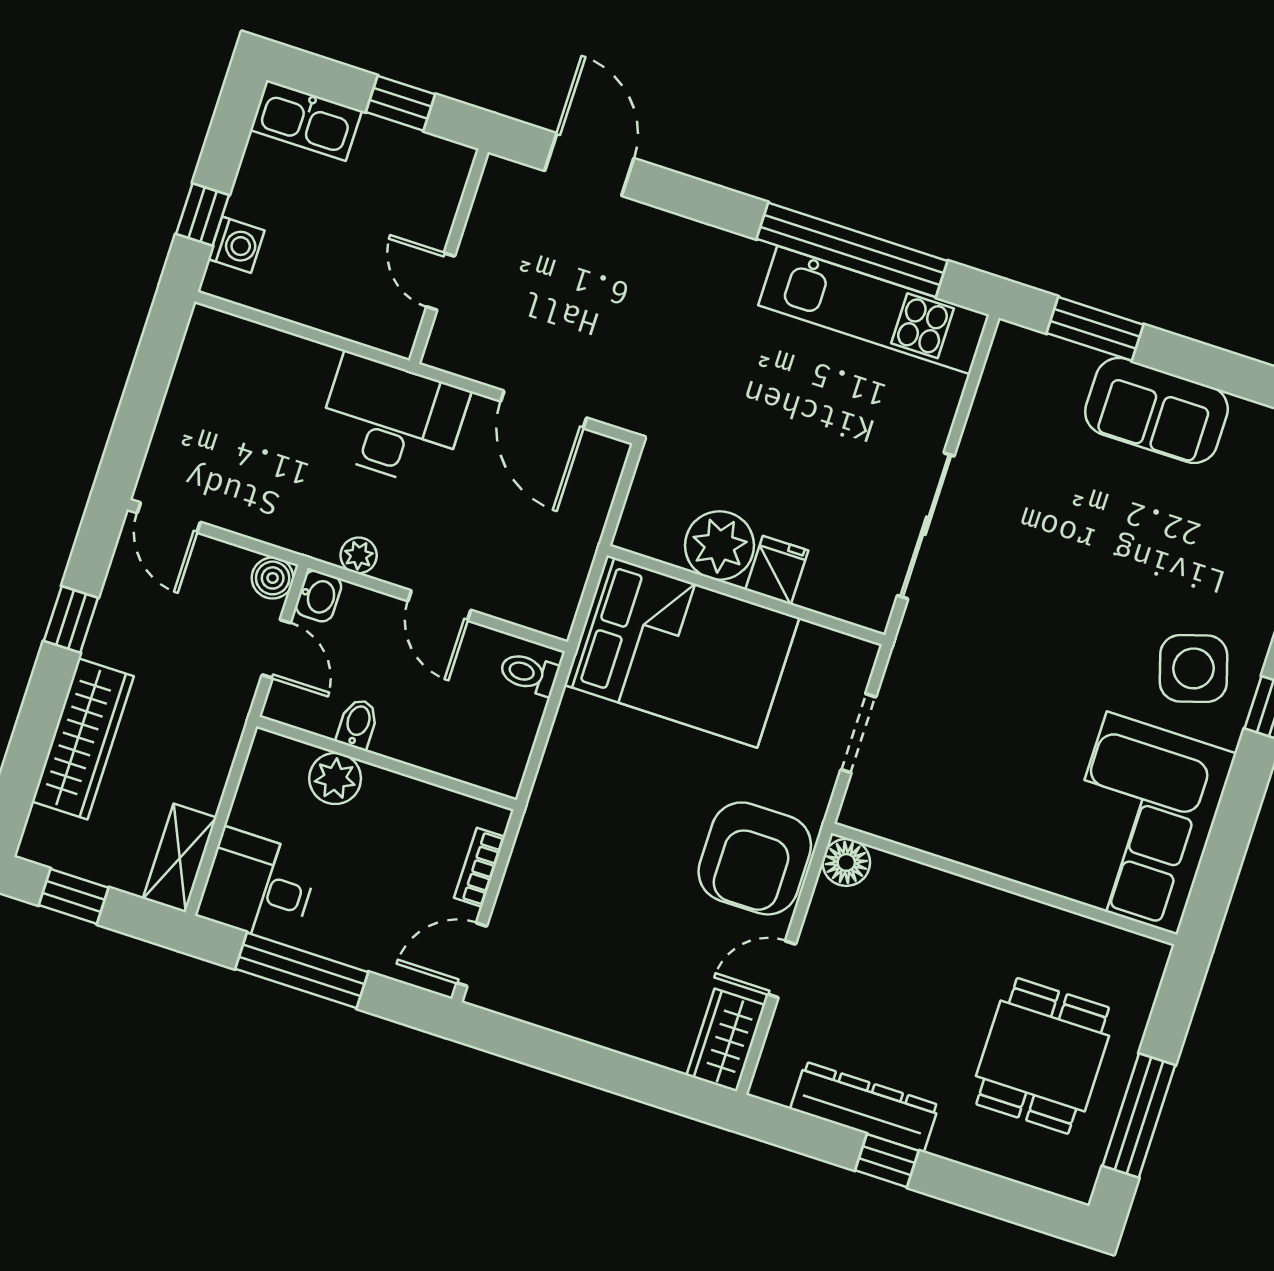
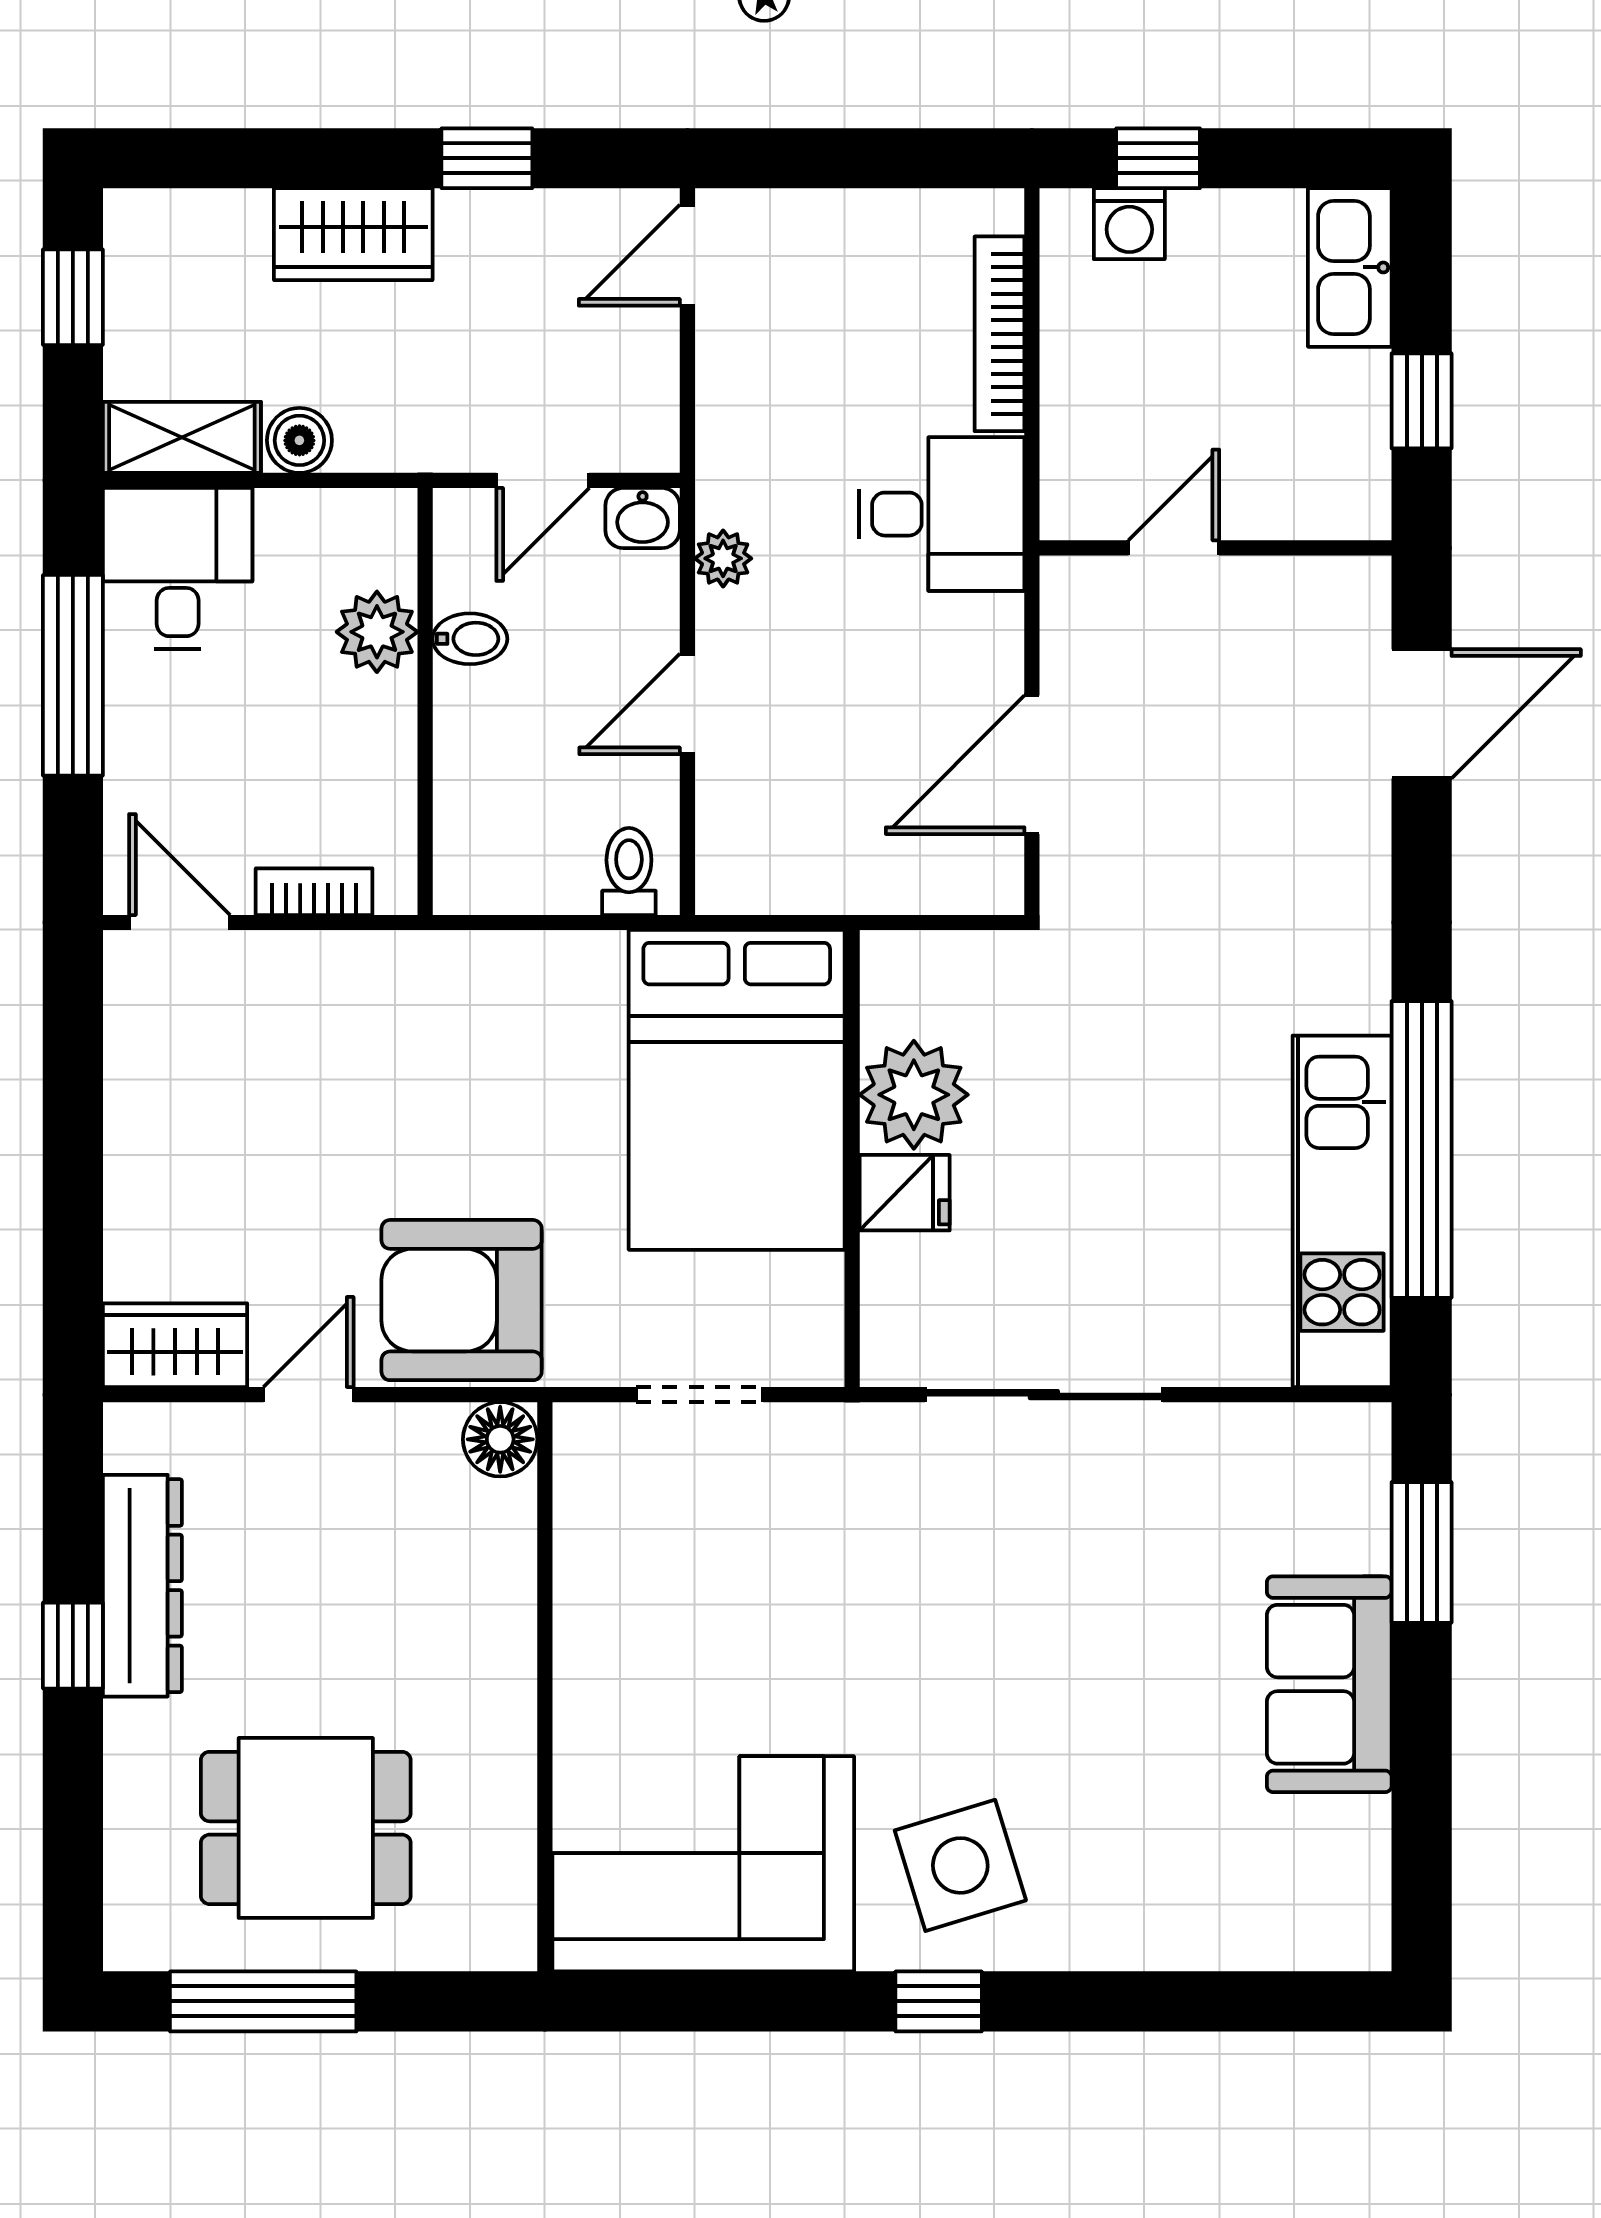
bookcase: (277, 345) -> (1000, 334), added
desk: (392, 420) -> (942, 514), width x0.73
boiler: (273, 578) -> (299, 440), moved
wardrobe: (83, 739) -> (353, 234), width x0.67
door: (782, 969) -> (309, 1395), hinge flipped

